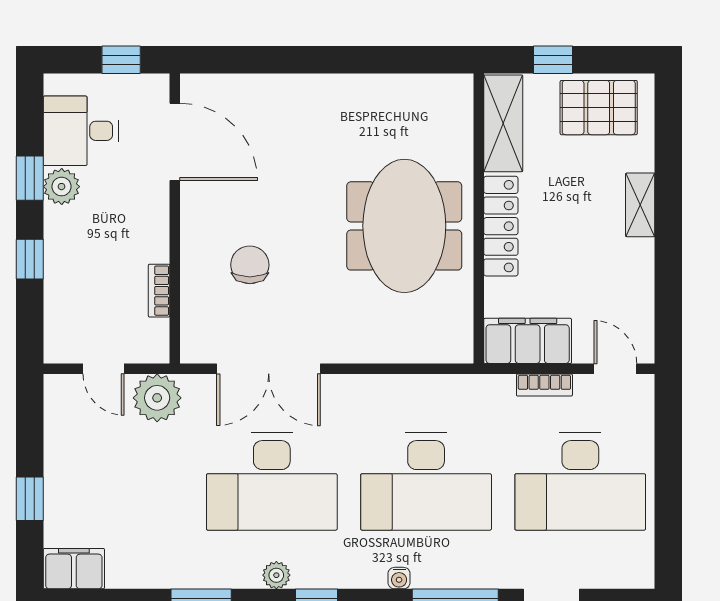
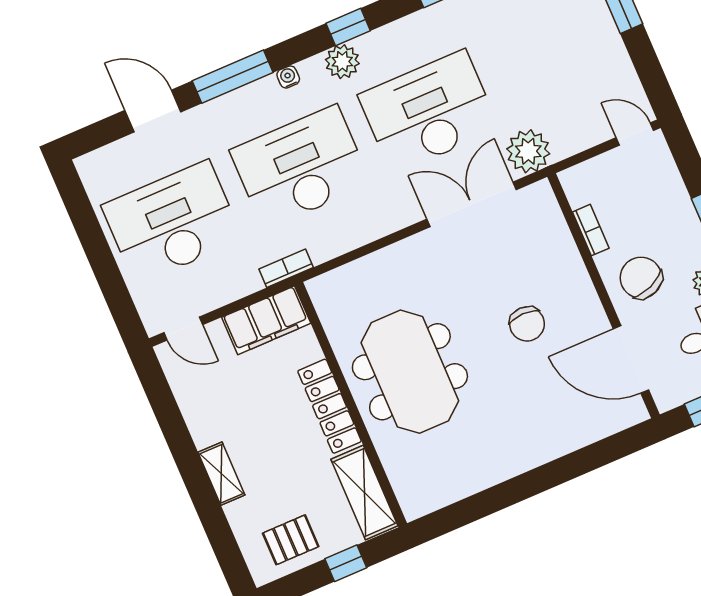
pallet: (599, 108) -> (291, 540), width x0.67, depth x0.71
chair: (129, 220) -> (641, 278), added
chair: (250, 265) -> (527, 324), moved
door: (104, 369) -> (635, 134), moved
bookcase: (544, 385) -> (286, 268), moved
plant: (157, 398) -> (528, 151), moved
plant: (276, 575) -> (342, 62), moved, width x1.38, depth x1.38

